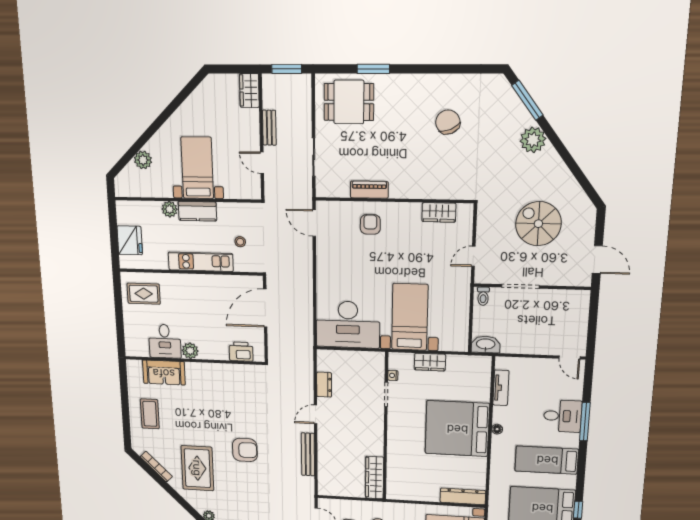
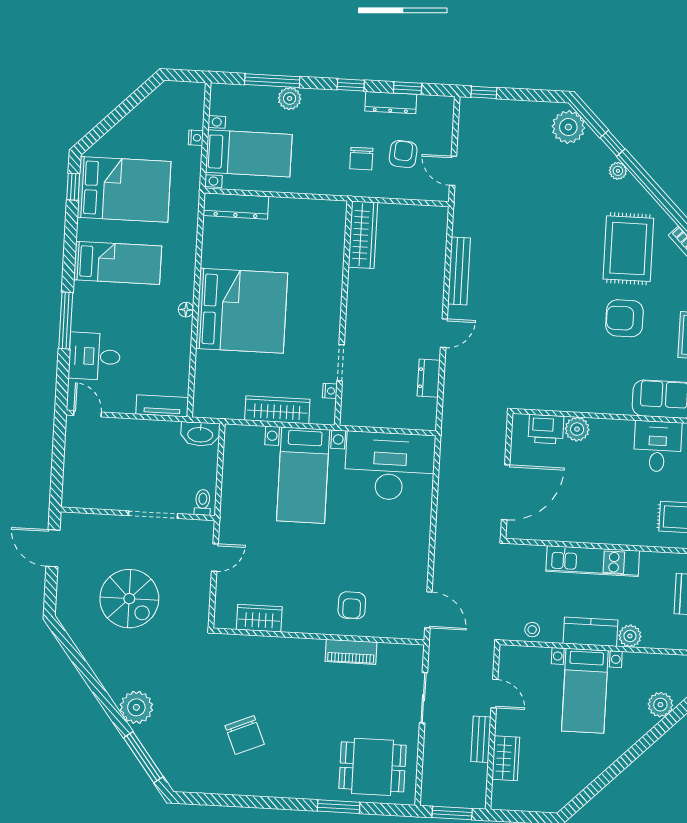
wardrobe: (249, 90) -> (506, 758), moved
stool: (240, 242) -> (532, 630), moved
plant: (190, 351) -> (577, 429), moved
wardrobe: (430, 362) -> (277, 410), width x1.50
tv unit: (501, 388) -> (162, 406), moved, turned 90
desk: (563, 416) -> (94, 356), moved
armchair: (245, 450) -> (624, 318), moved

